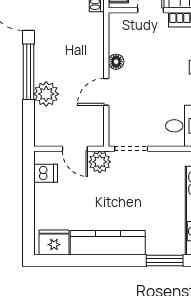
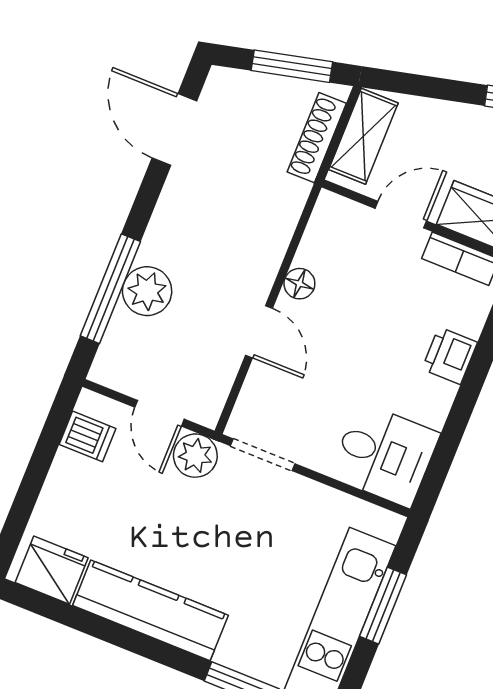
window: (29, 72) -> (110, 289), moved
door: (106, 92) -> (259, 332), swing flipped

